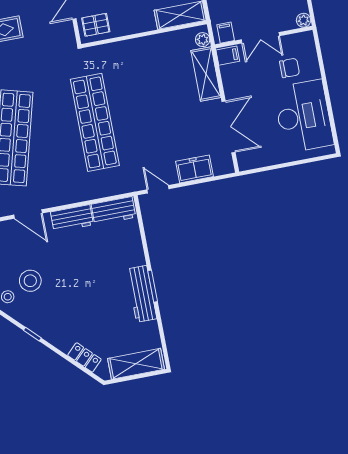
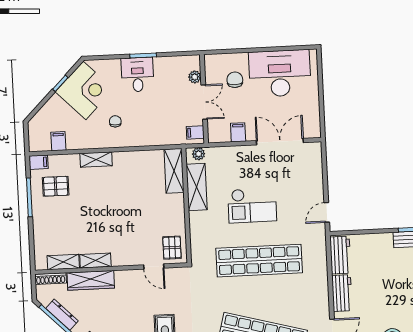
plant: (304, 20) -> (195, 77), moved
filing cabinet: (228, 56) -> (238, 132), moved
shelving: (206, 74) -> (197, 187), moved, turned 90
checkout: (154, 106) -> (252, 205), added
freezer: (194, 169) -> (313, 177), removed

